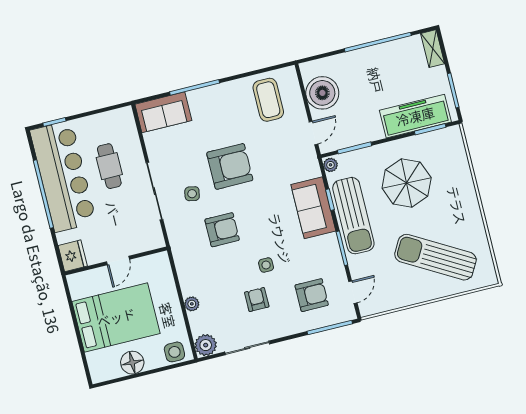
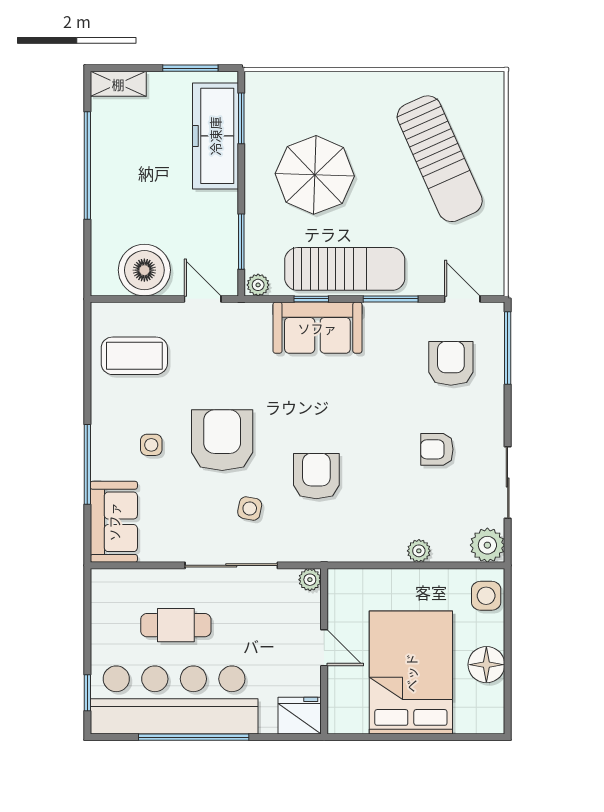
plant: (158, 241) -> (310, 580), added
sun lounger: (435, 257) -> (440, 159), turned -54
side table: (266, 265) -> (151, 445), moved

